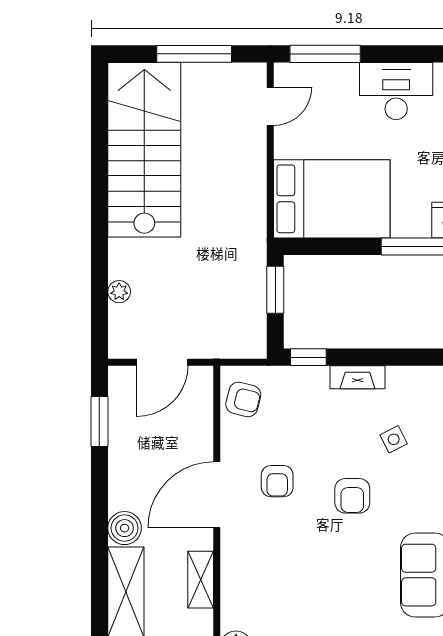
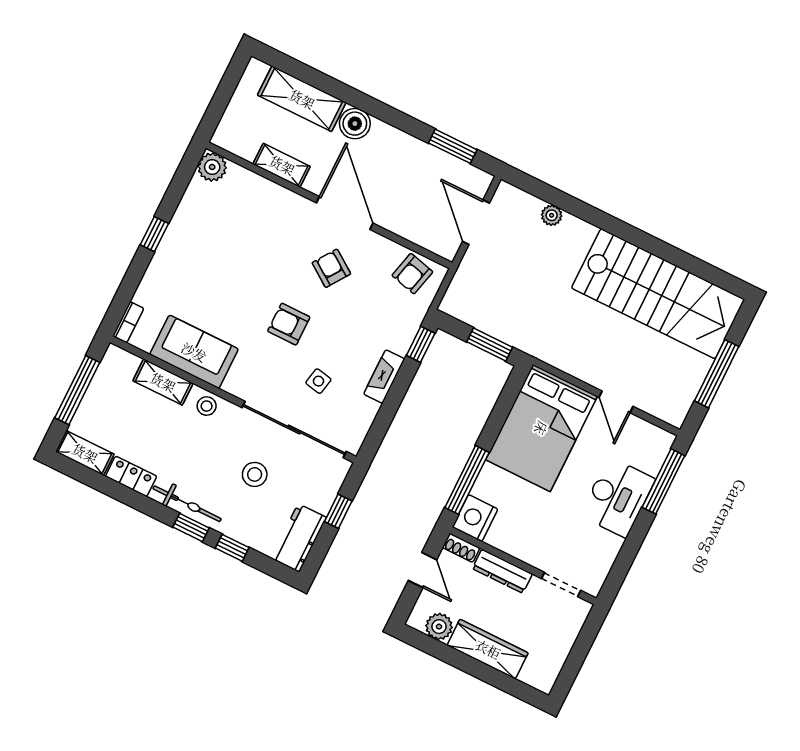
desk: (396, 91) -> (618, 497), moved
door: (270, 106) -> (616, 402), moved
side table: (394, 439) -> (318, 381), turned 38
armchair: (277, 481) -> (331, 268), turned 35

